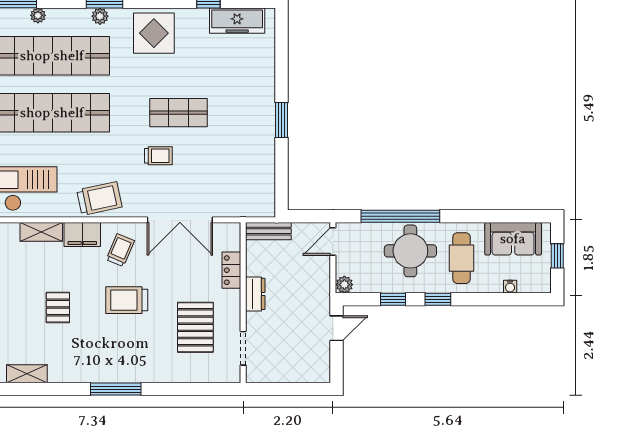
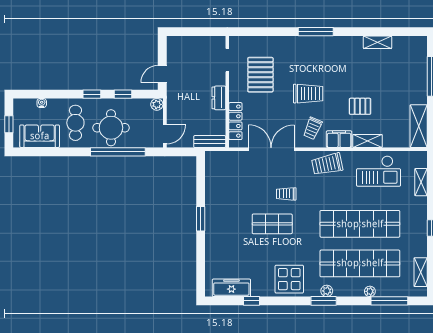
locker: (231, 270) -> (235, 121), width x1.53
pallet: (58, 307) -> (360, 106), moved, turned 90

